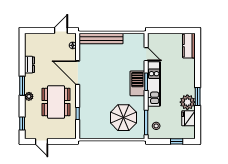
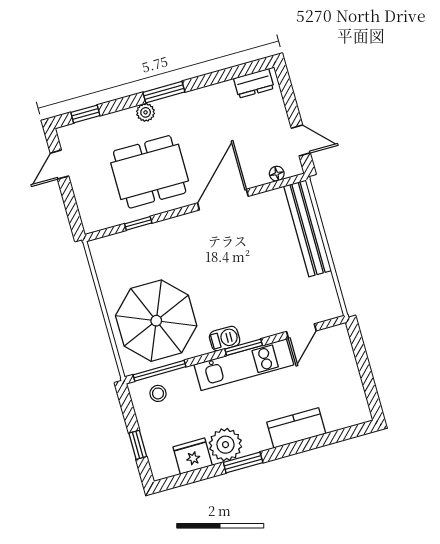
kitchen counter: (189, 46) -> (296, 428), moved
dresser: (29, 65) -> (254, 83), moved
barbecue: (137, 83) -> (225, 339), width x0.53, depth x0.65
parasol: (123, 118) -> (156, 321), width x1.36, depth x1.36

